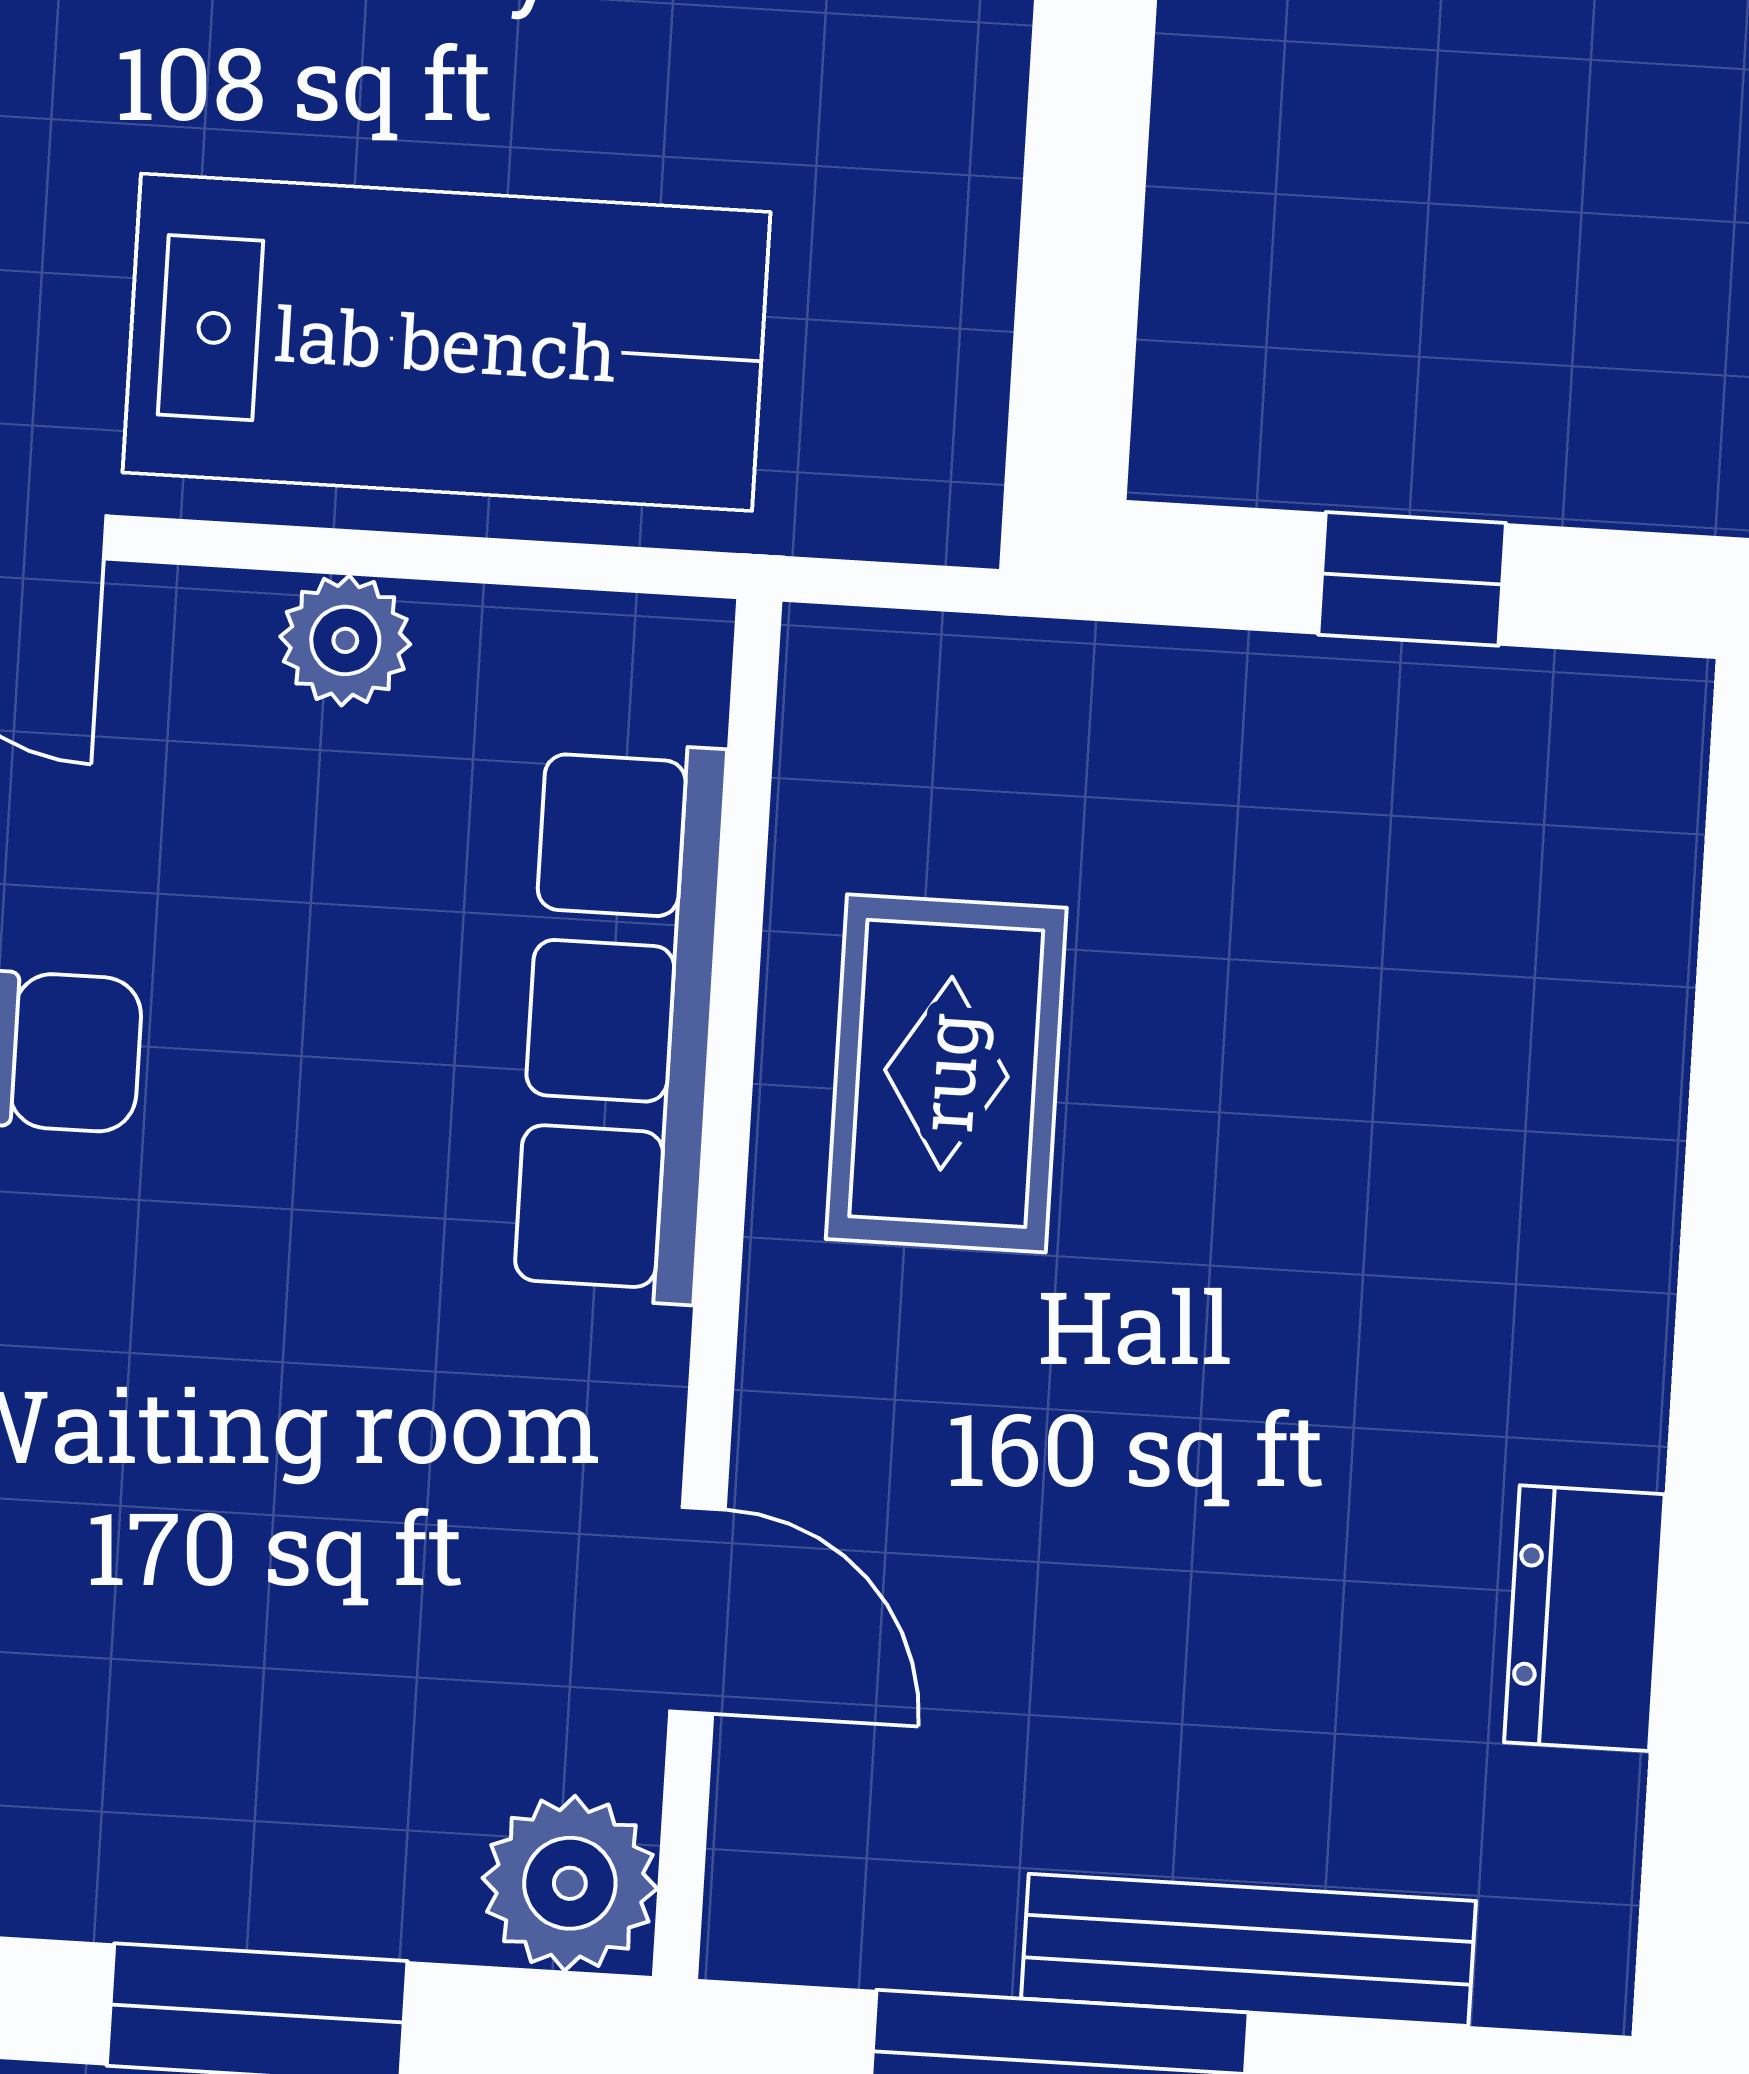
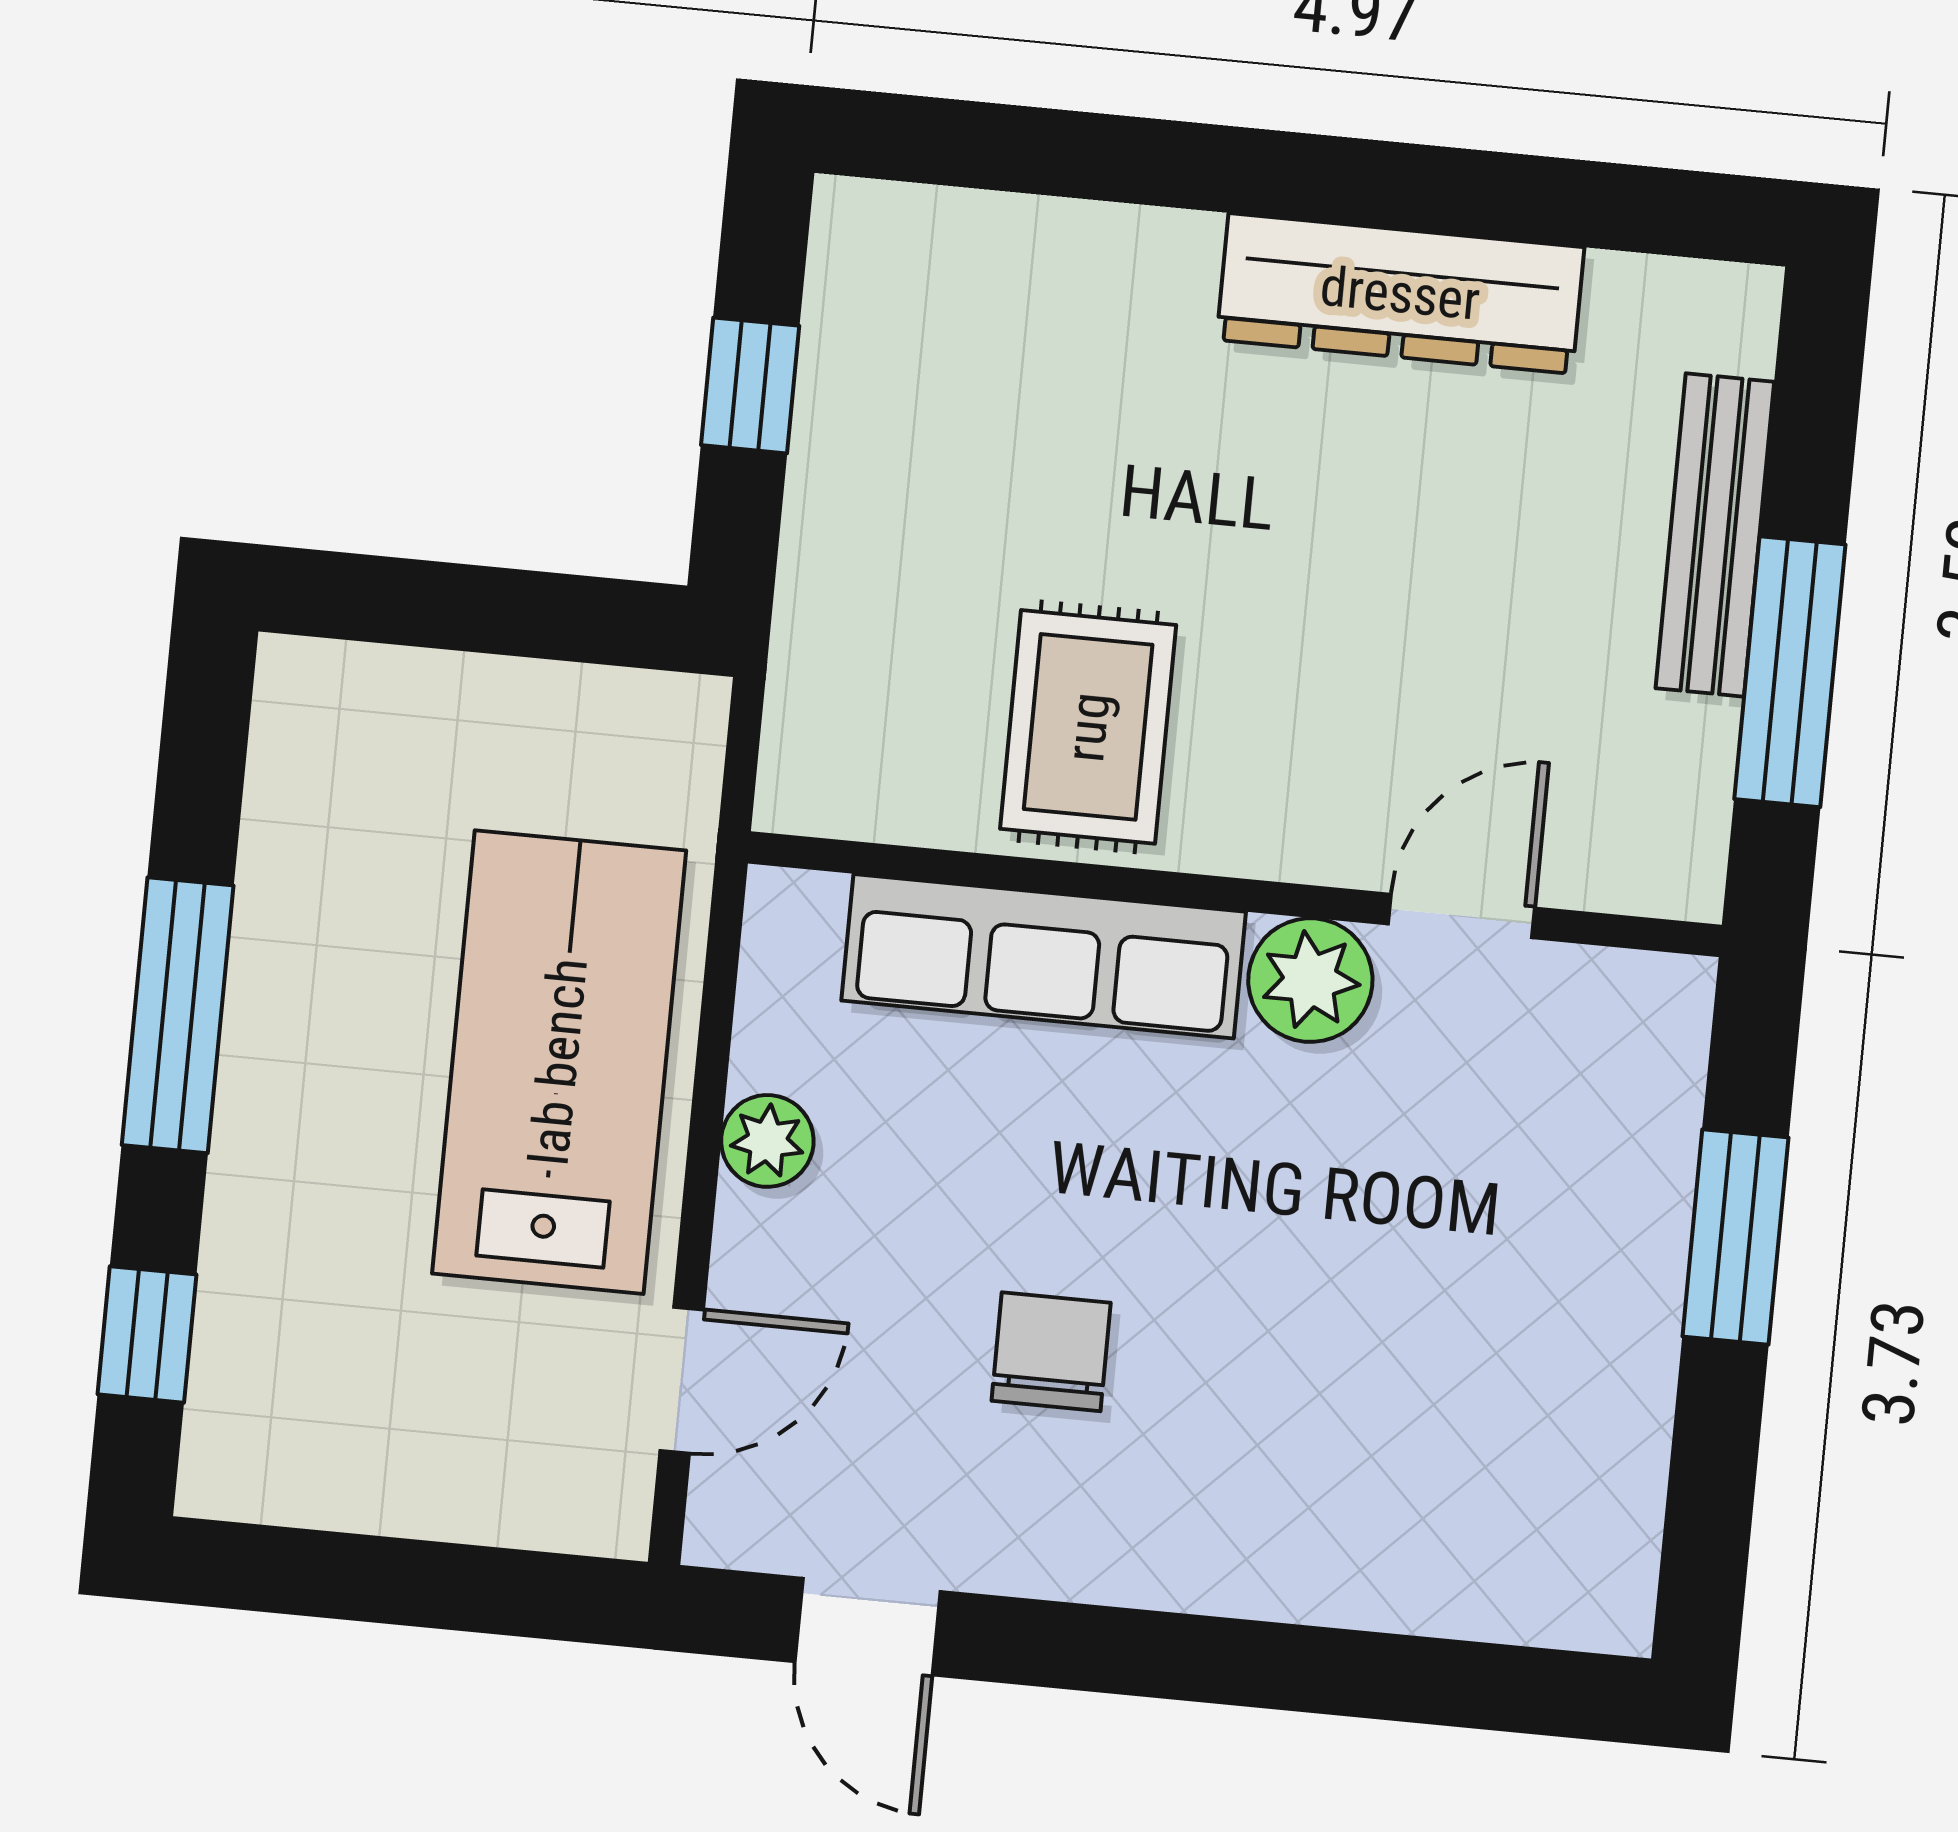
rug: (946, 1073) -> (1088, 727), turned 90
dresser: (1584, 1618) -> (1400, 294), width x1.96, depth x1.24
plant: (570, 1883) -> (1310, 980), moved

